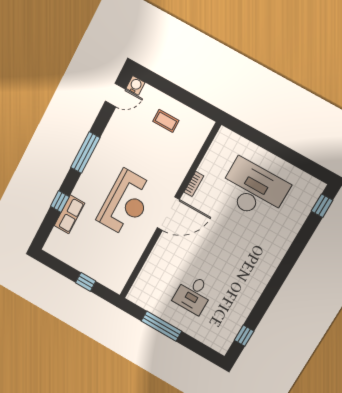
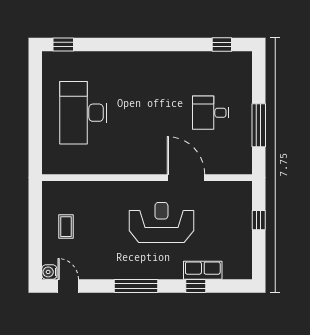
bookcase: (194, 184) -> (108, 169), removed
door: (168, 214) -> (186, 178), moved
desk: (193, 294) -> (211, 113), turned 180

